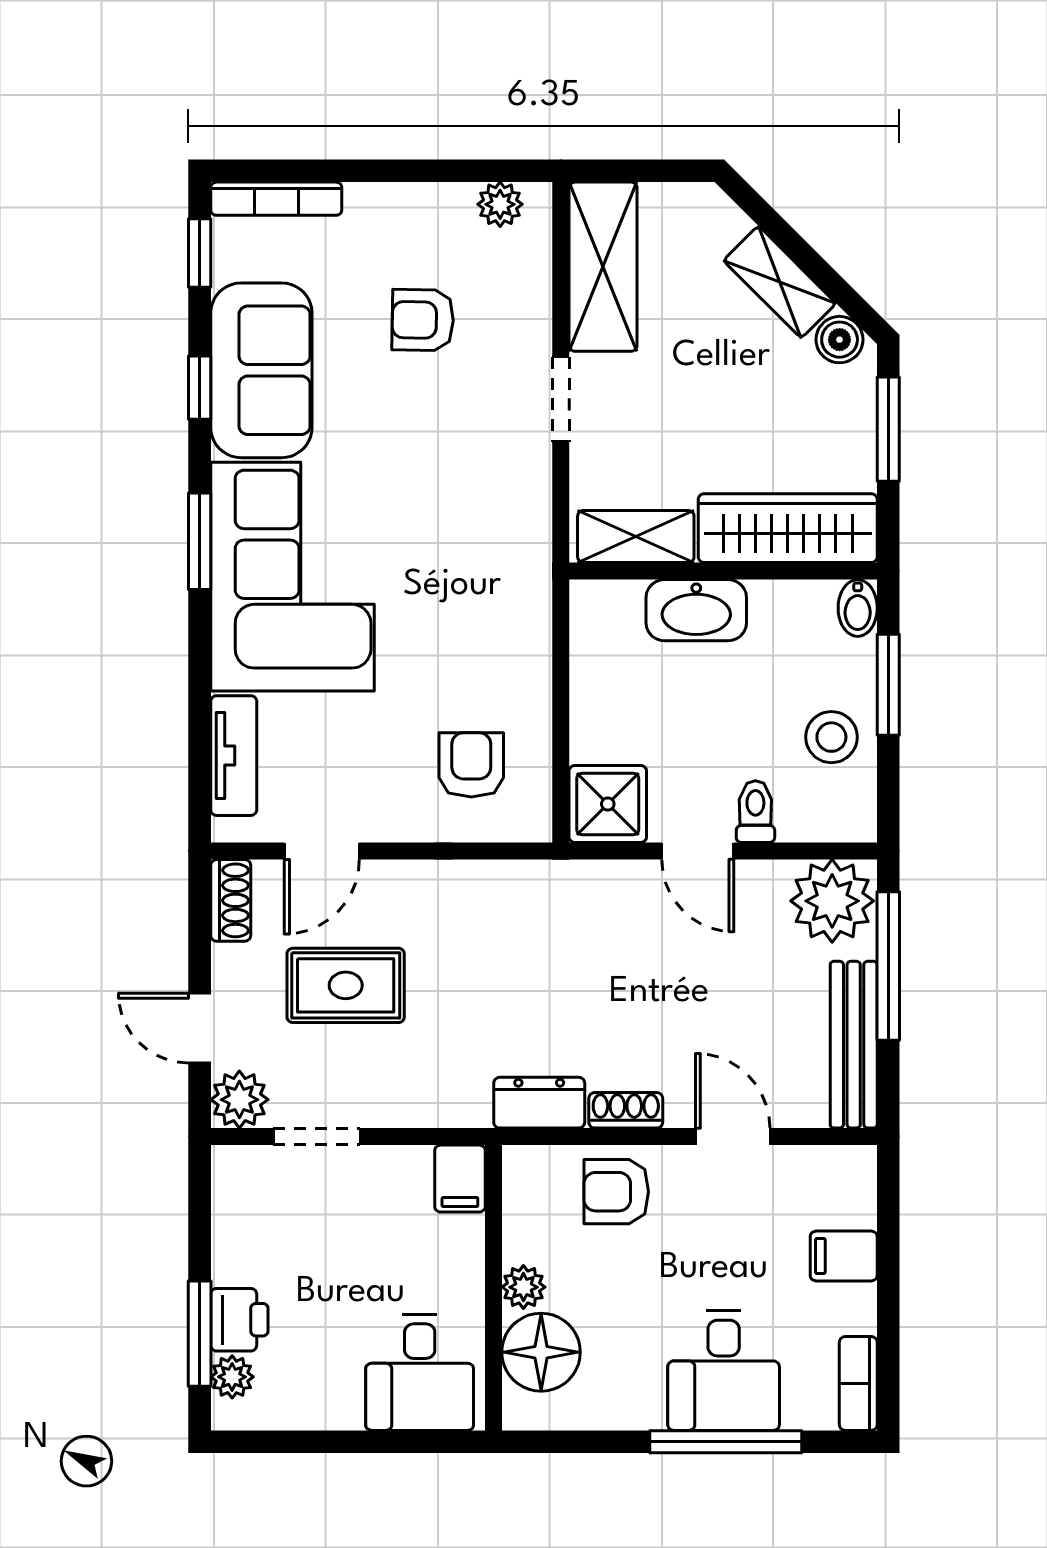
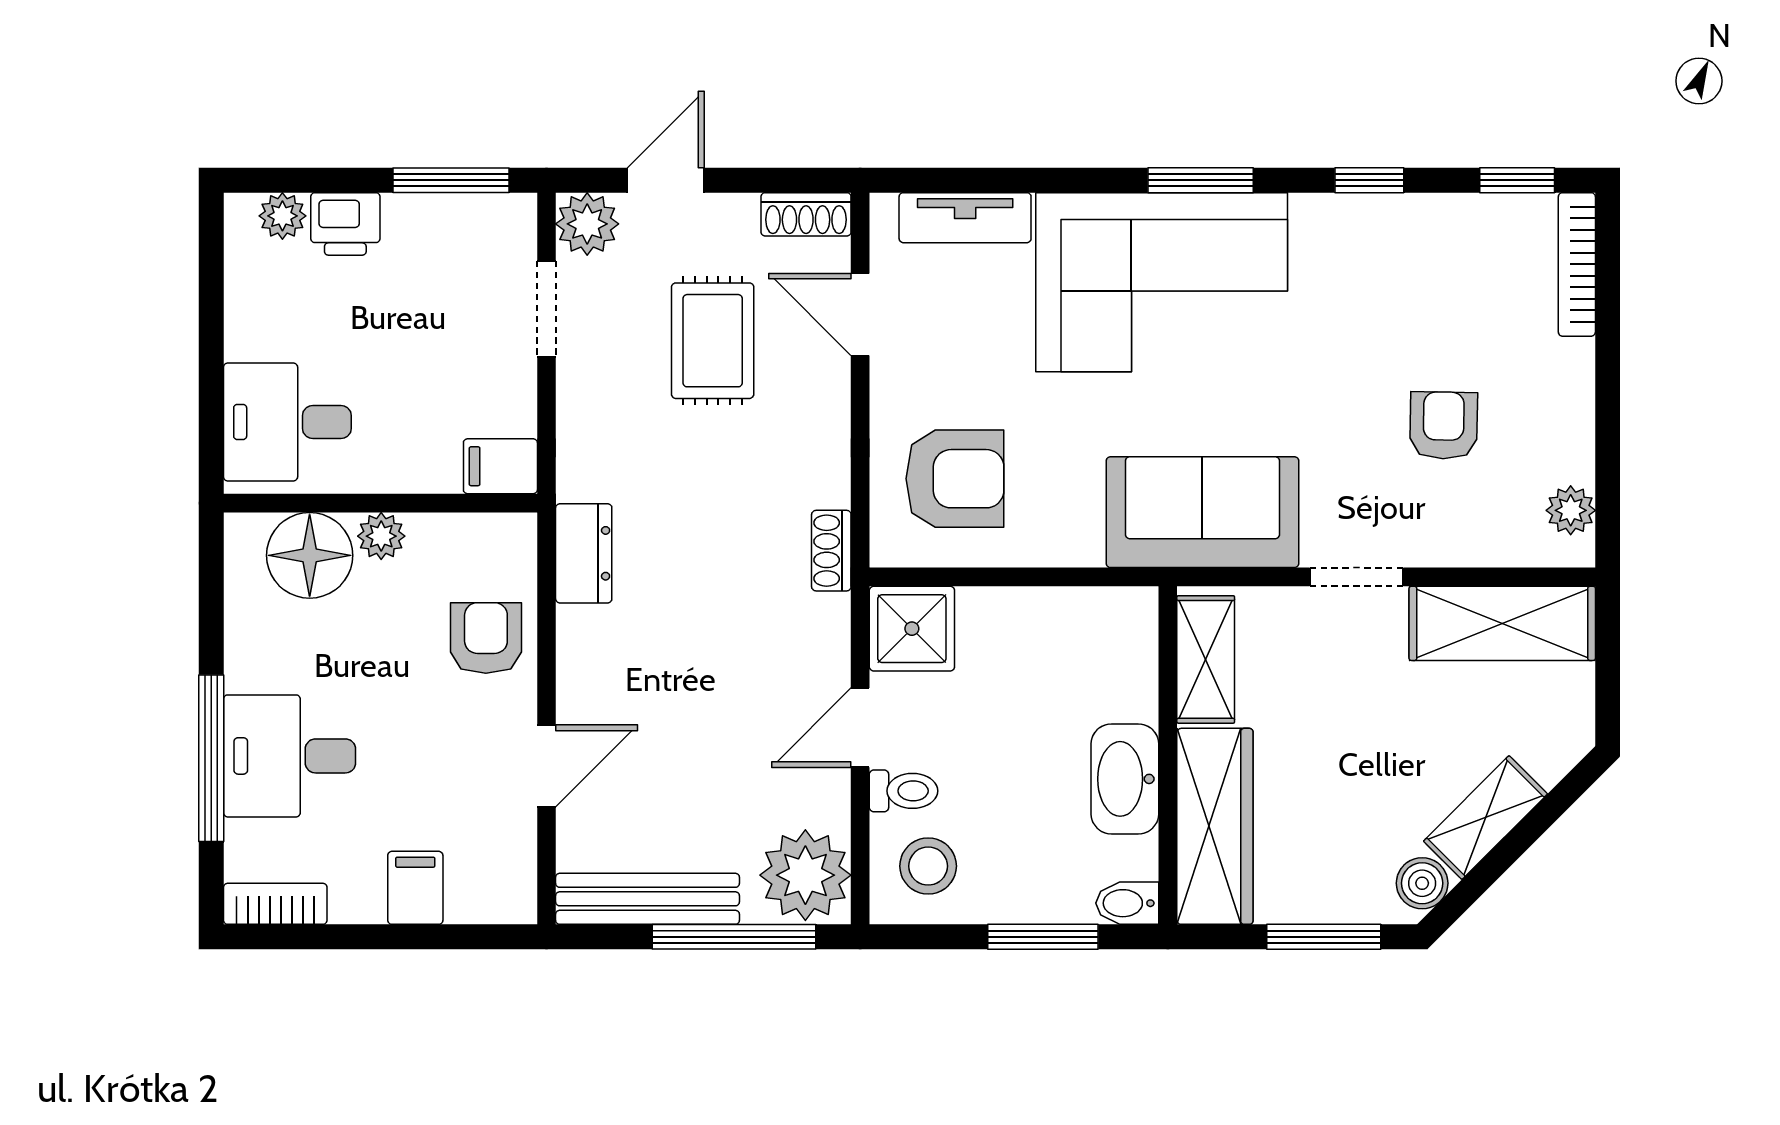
sofa: (261, 370) -> (1202, 512), moved, turned 180
washbasin: (696, 610) -> (1125, 779), moved
stool: (831, 737) -> (928, 866), moved
armchair: (471, 765) -> (955, 479), width x1.38, depth x1.38
shoe rack: (626, 1110) -> (831, 551), moved, turned 180
window: (200, 1334) -> (451, 180), moved

